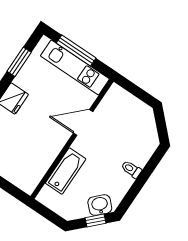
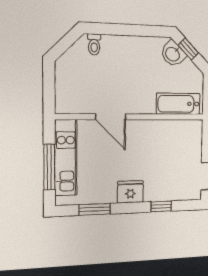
toilet: (131, 169) -> (94, 44), moved
bathtub: (66, 171) -> (178, 104), moved

